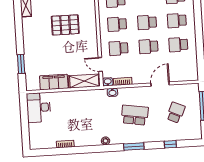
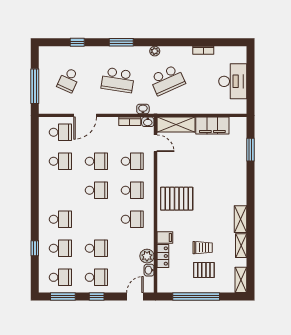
school desk: (177, 21) -> (60, 132), moved
pallet: (65, 25) -> (177, 199), moved
desk: (39, 107) -> (233, 81), moved
school desk: (94, 118) -> (167, 80), added

